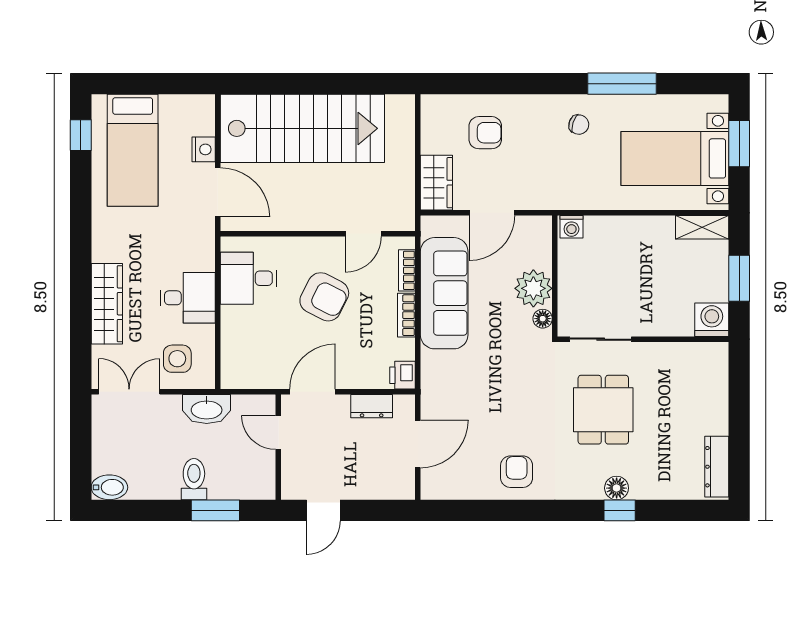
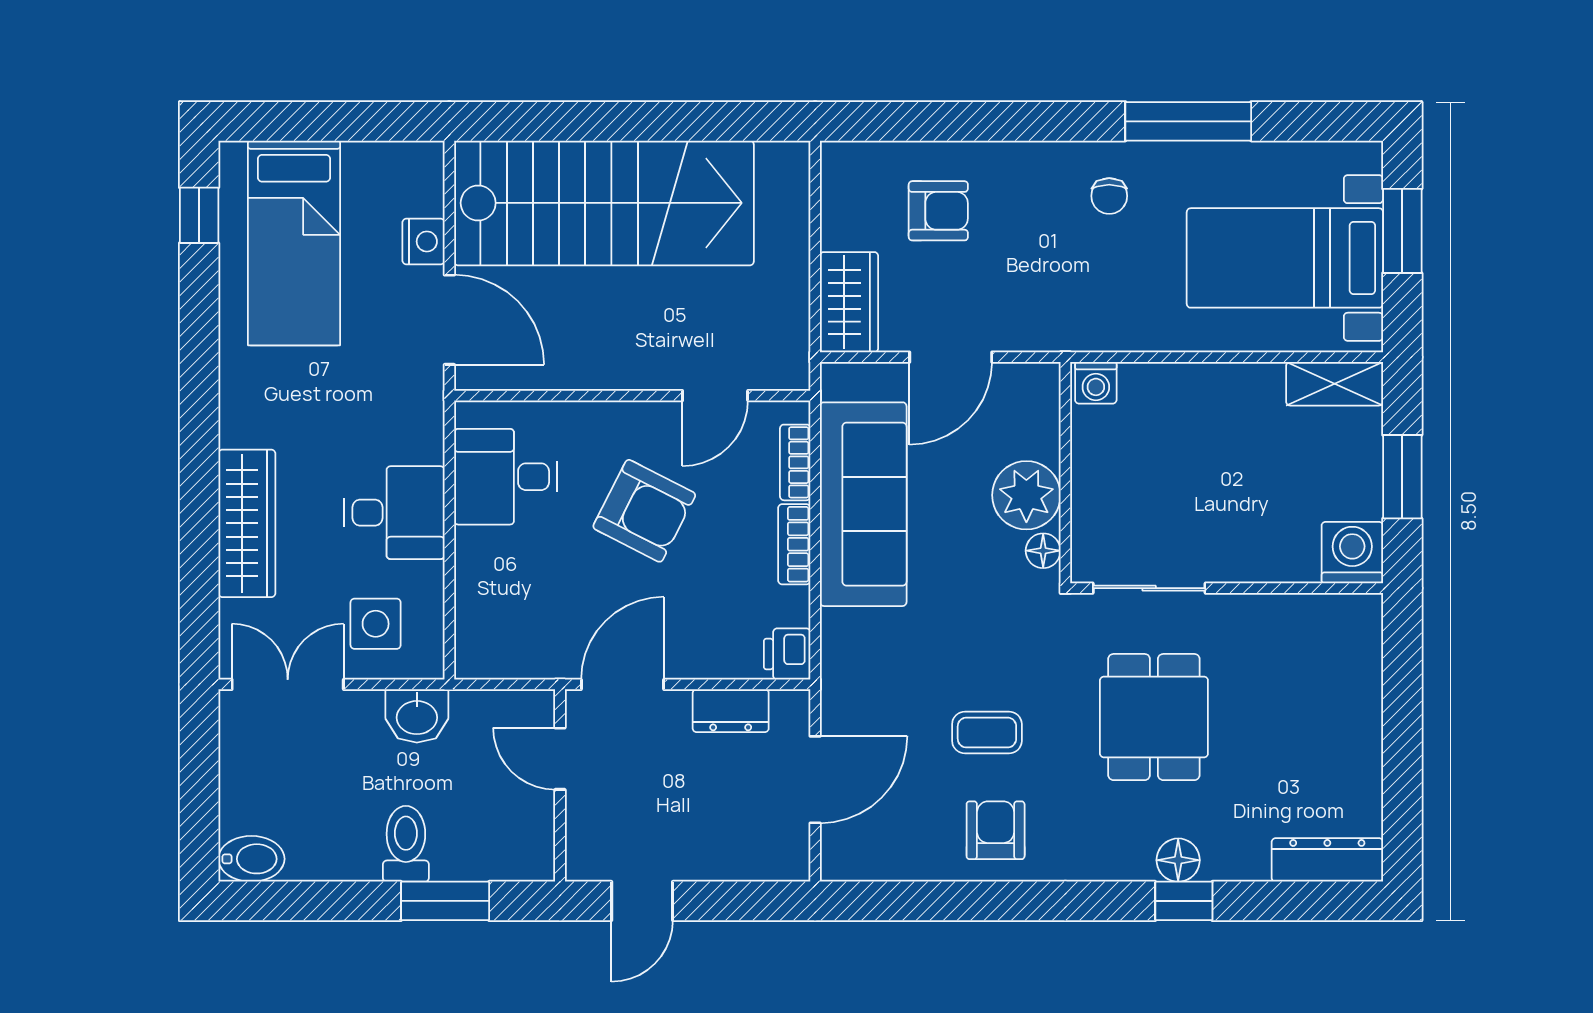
chair: (579, 125) -> (1109, 196), turned 71
washbasin: (207, 409) -> (417, 716), width x0.72
coffee table: (512, 418) -> (987, 733), added
dresser: (717, 467) -> (1327, 860), moved, turned 90

